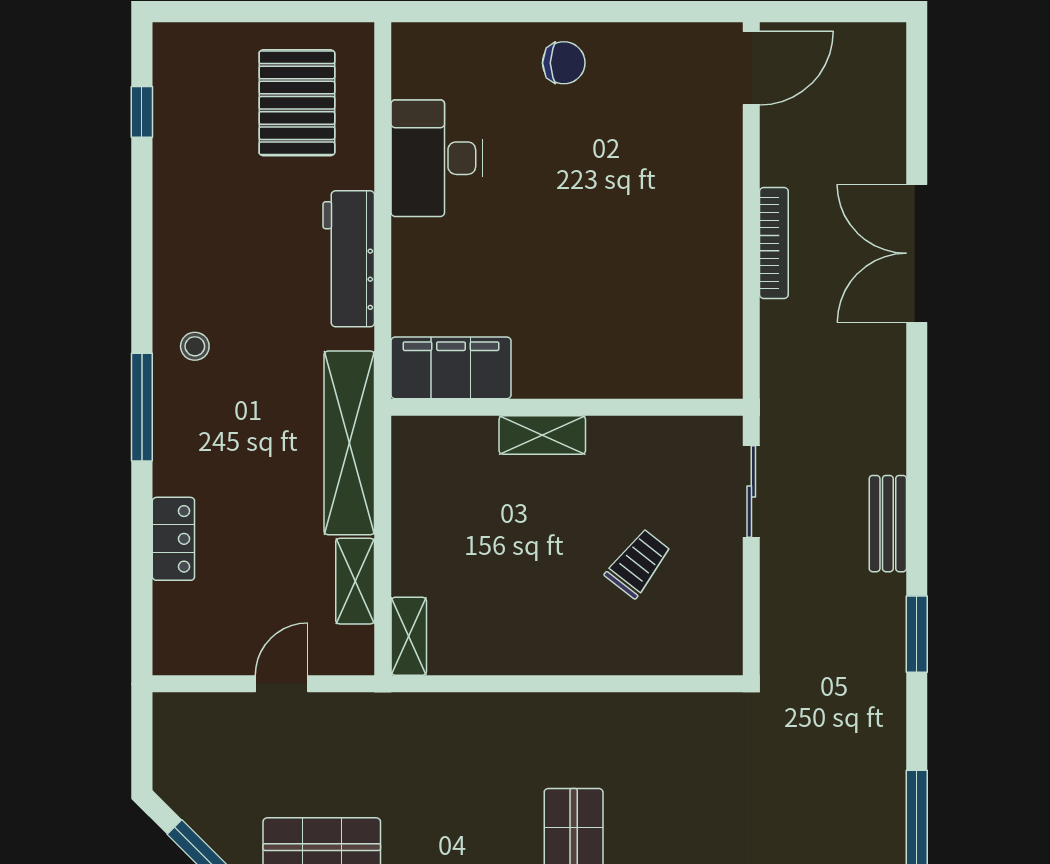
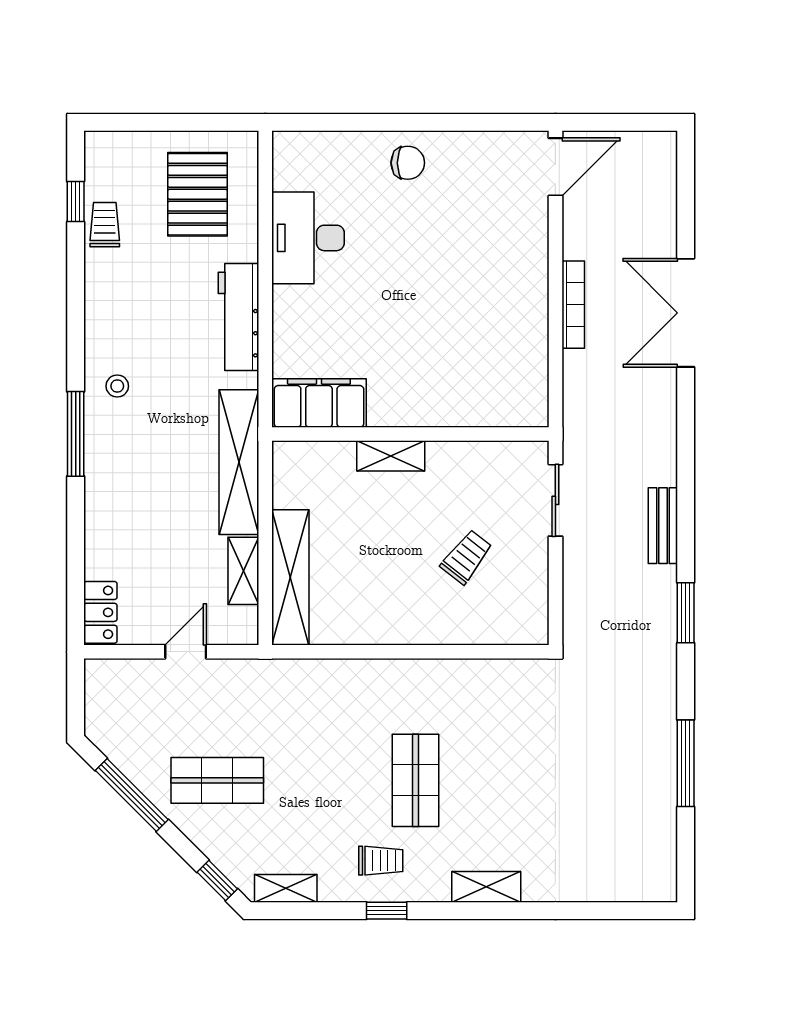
trolley: (179, 141) -> (105, 225), added
locker: (173, 539) -> (100, 612), moved
shelving: (409, 636) -> (290, 577), width x2.20, depth x1.33

